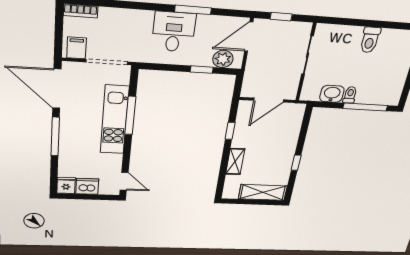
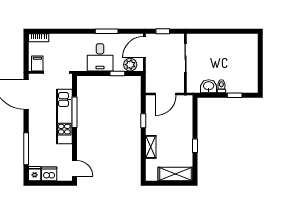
desk: (174, 32) -> (100, 57), moved, turned 180
toilet: (370, 40) -> (225, 43), removed
window: (365, 107) -> (235, 95), width x0.46
window: (55, 137) -> (26, 149), moved

